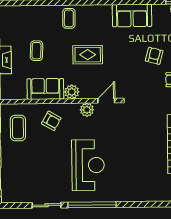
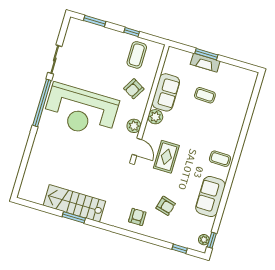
coffee table: (69, 18) -> (220, 159), moved
rug: (88, 55) -> (166, 157), moved
coffee table: (18, 128) -> (137, 55), turned 90
reception desk: (88, 165) -> (81, 111), width x1.36, depth x1.30

